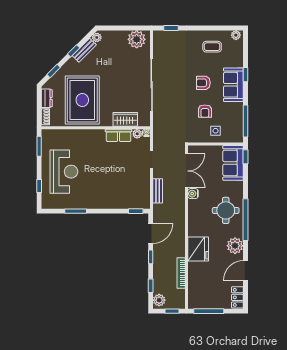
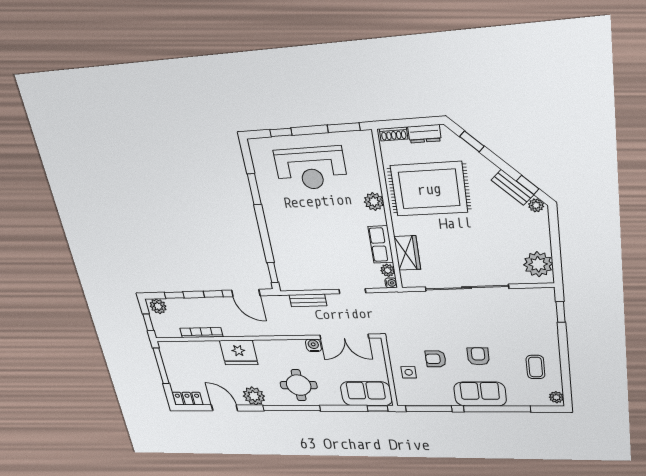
window: (74, 51) -> (528, 185), moved
window: (245, 75) -> (497, 409), width x3.17
plant: (89, 135) -> (374, 202), added

